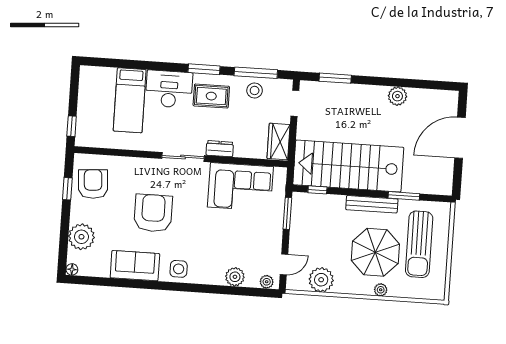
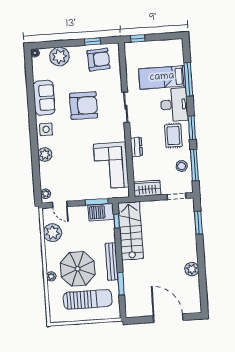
window: (137, 65) -> (188, 79), added
sliding door: (183, 157) -> (126, 107), moved
stairs: (348, 166) -> (131, 231), width x0.73, depth x0.66
barbecue: (302, 210) -> (101, 212), added
sun lounger: (419, 244) -> (88, 299), turned 180
plant: (235, 277) -> (45, 154), moved

